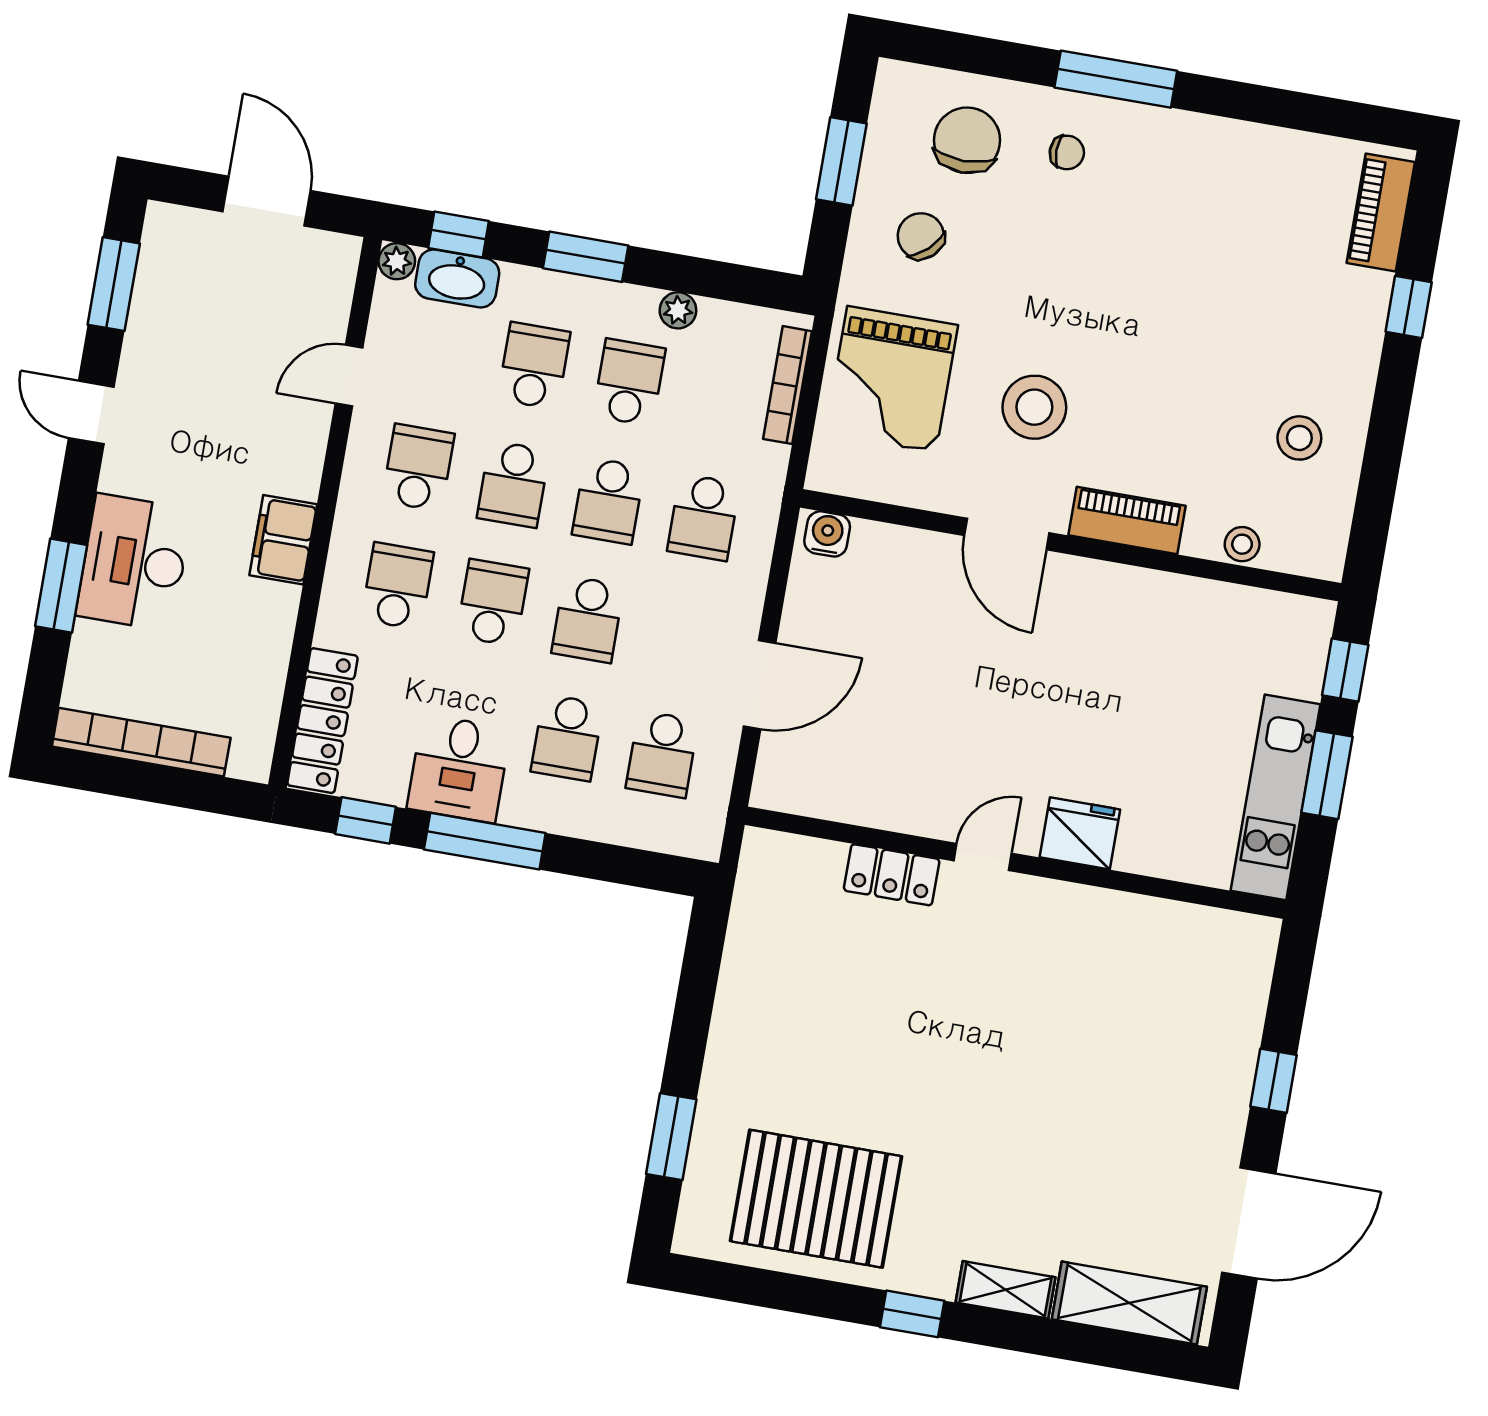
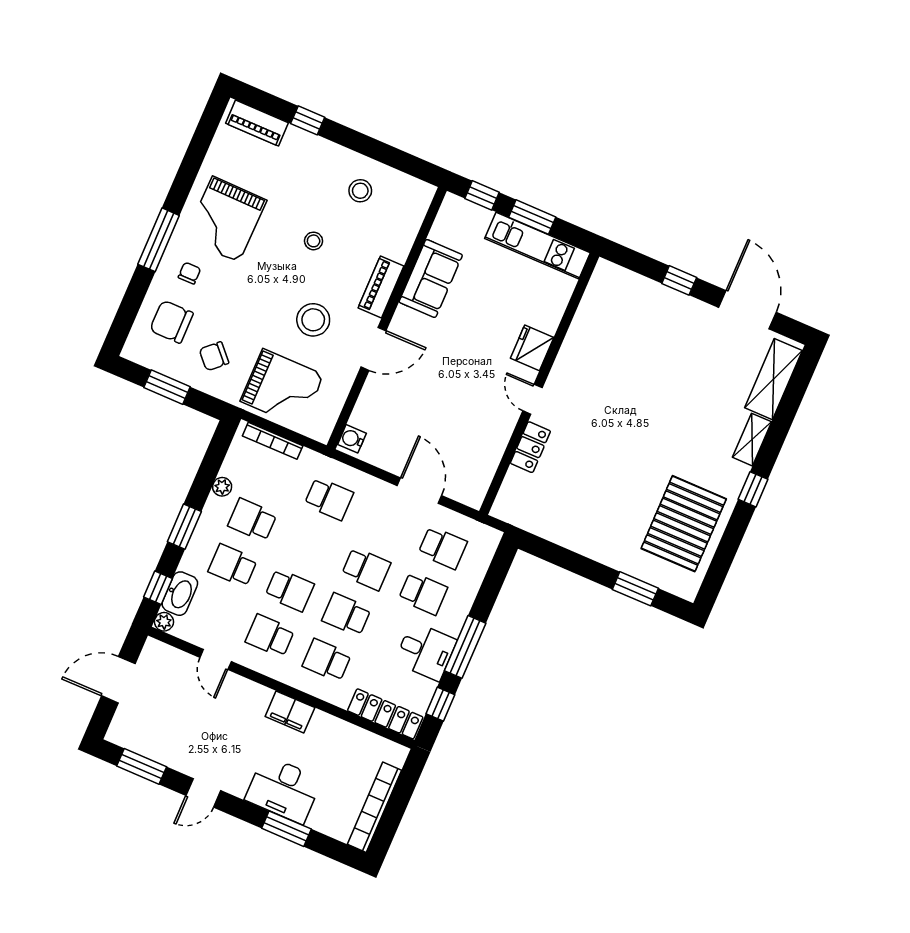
grand piano: (1185, 197) -> (226, 219), added
school desk: (608, 501) -> (309, 544), removed
stool: (1242, 544) -> (314, 241), moved
sofa: (1165, 611) -> (431, 278), added

